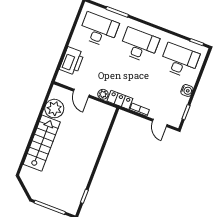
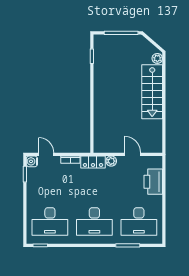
water cooler: (187, 90) -> (32, 161), moved
plant: (54, 109) -> (157, 58), moved, width x0.53, depth x0.53

